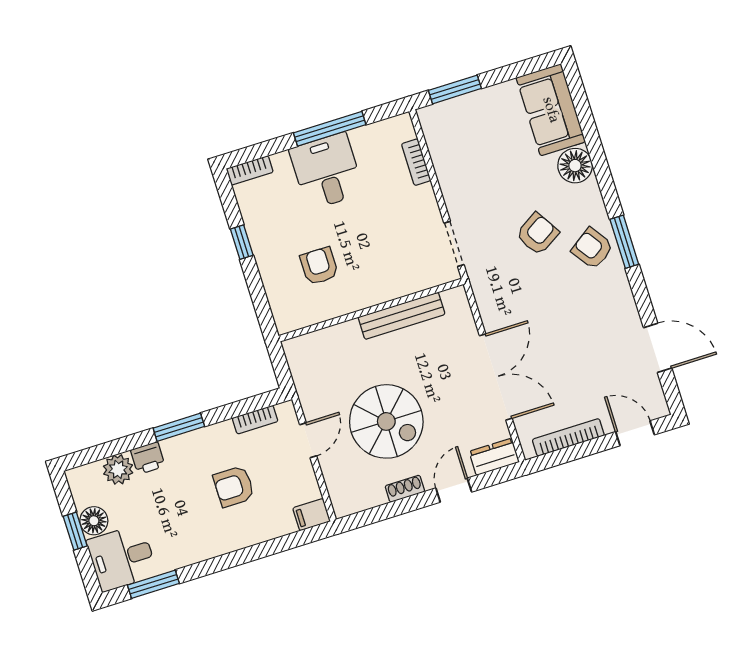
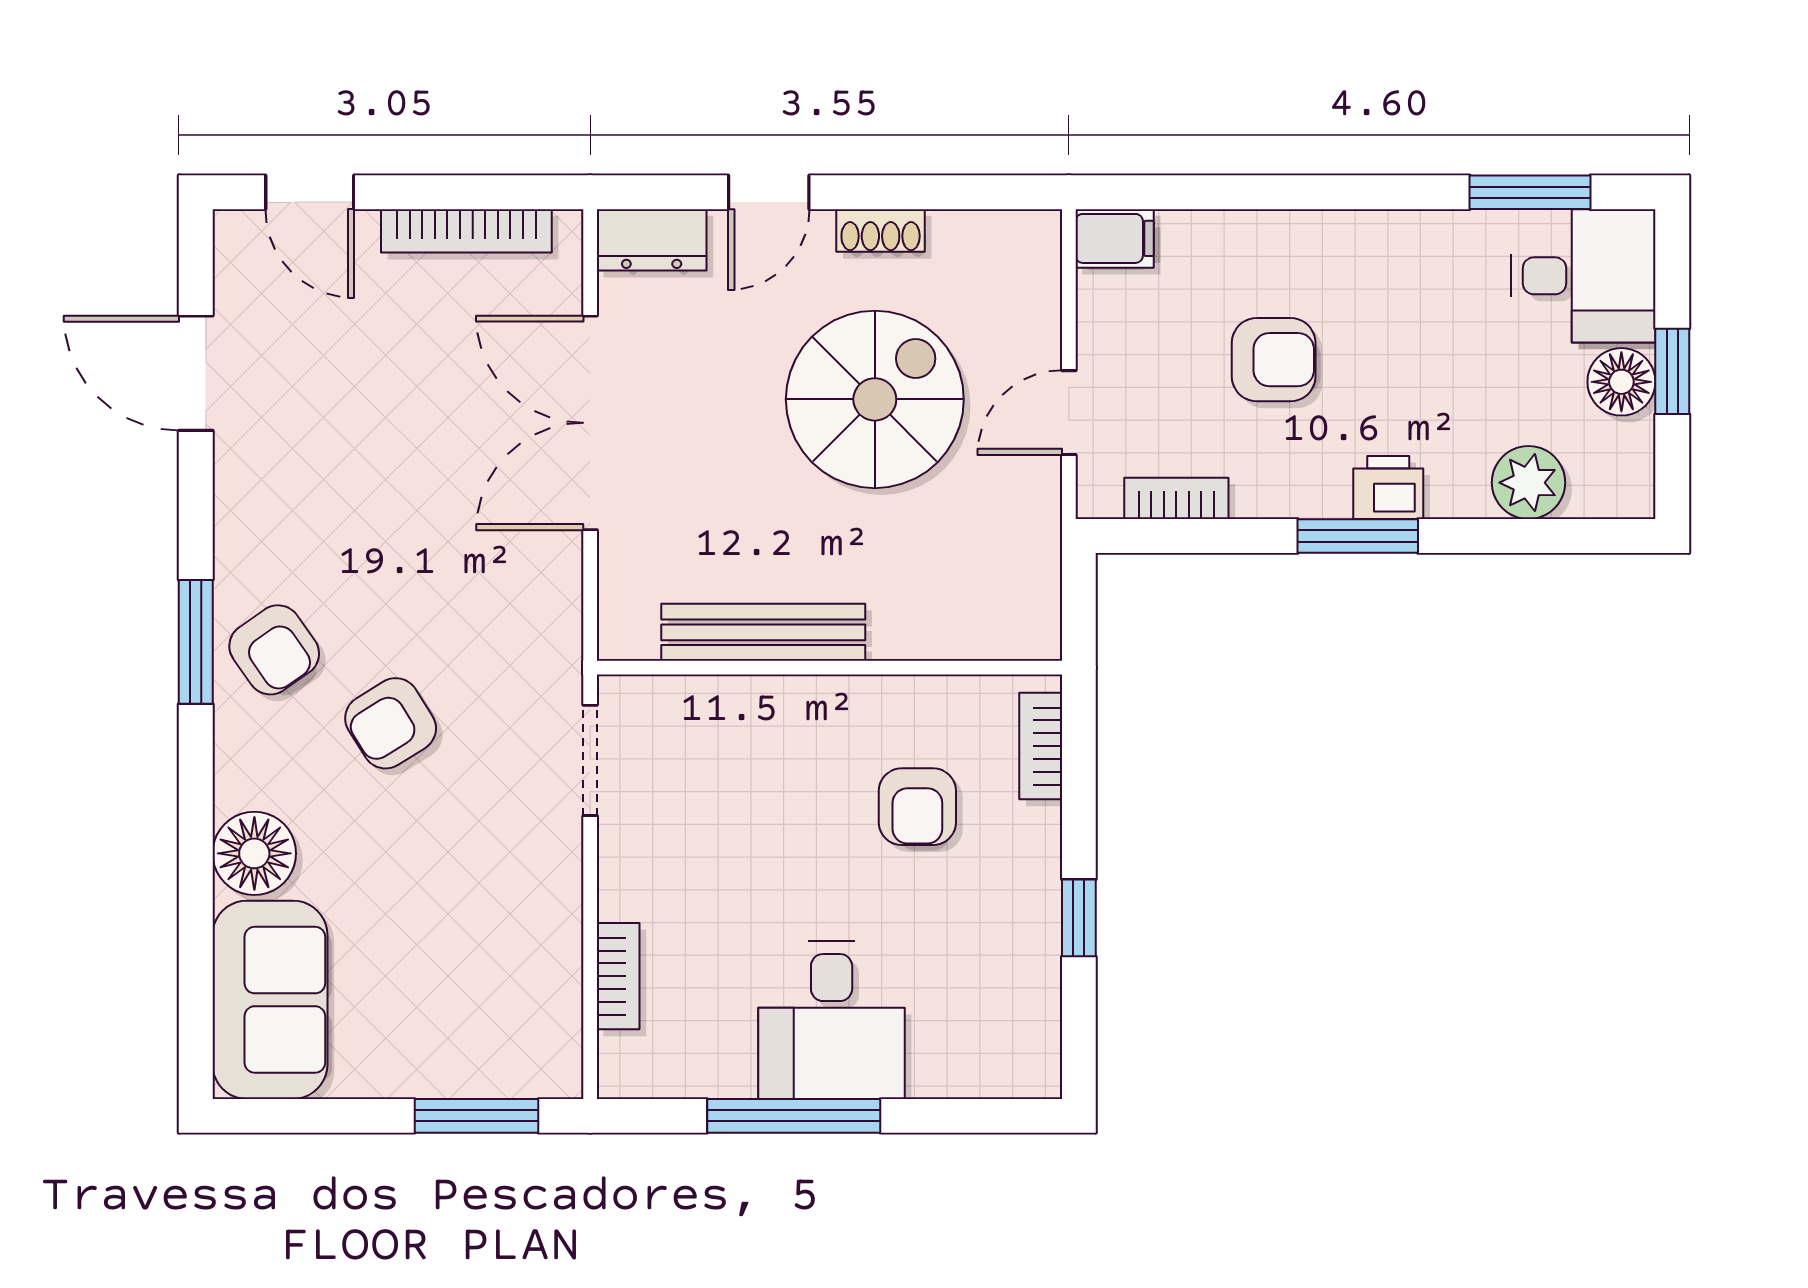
bookcase: (250, 170) -> (1041, 746), moved, turned -90
spiral stairs: (386, 421) -> (875, 399), turned 90
printer: (148, 458) -> (1388, 488), moved

